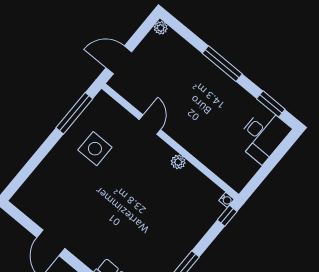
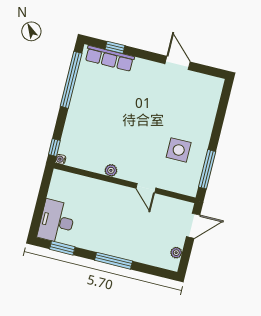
plant: (161, 28) -> (176, 253), moved

